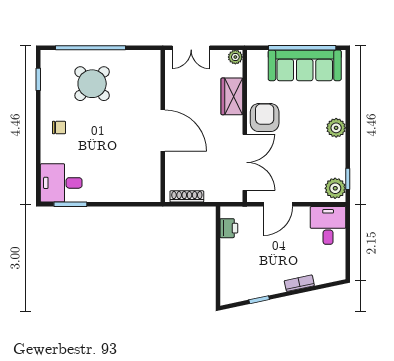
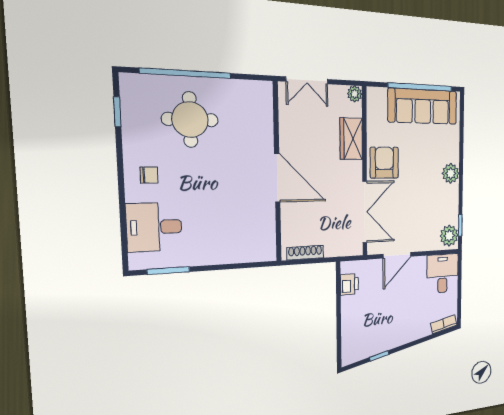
round table: (92, 84) -> (190, 120), turned 45
desk: (61, 183) -> (154, 227), moved
bookcase: (299, 283) -> (444, 324), moved

